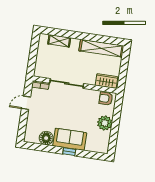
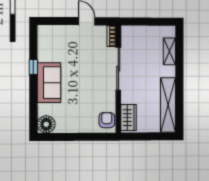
plant: (105, 123) -> (76, 123), removed
floor lamp: (46, 138) -> (46, 124), moved
window: (69, 152) -> (33, 67), moved

